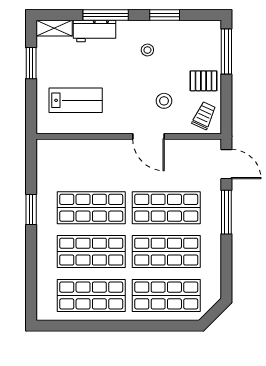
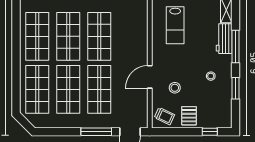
window: (226, 52) -> (210, 132), width x0.46

